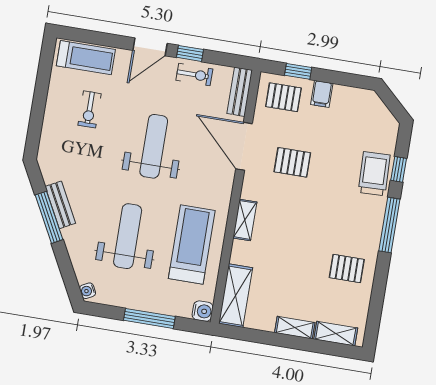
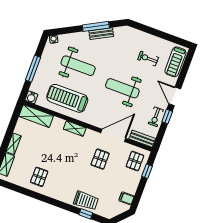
filing cabinet: (322, 94) -> (126, 198), moved
weight bench: (154, 146) -> (122, 88), turned 180
window: (389, 225) -> (58, 203), removed
treadmill: (192, 245) -> (67, 98), turned 180

